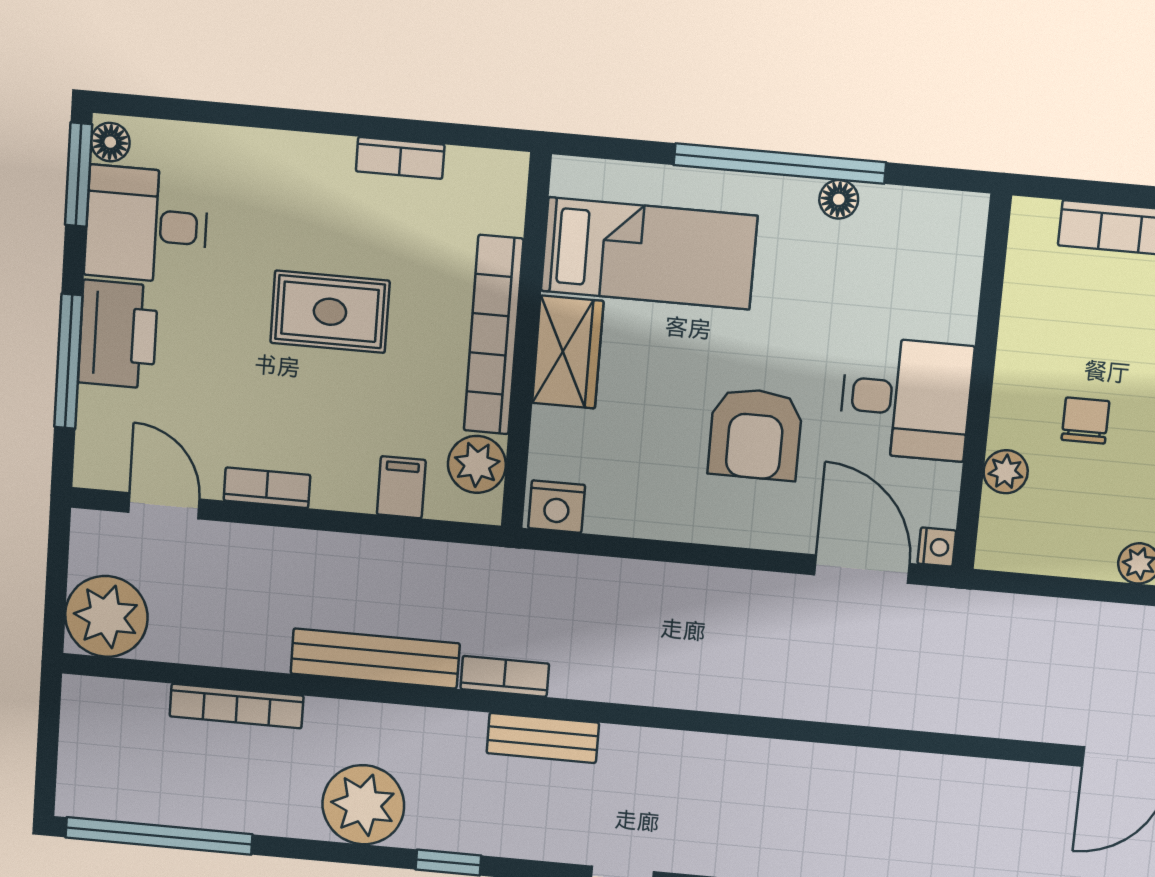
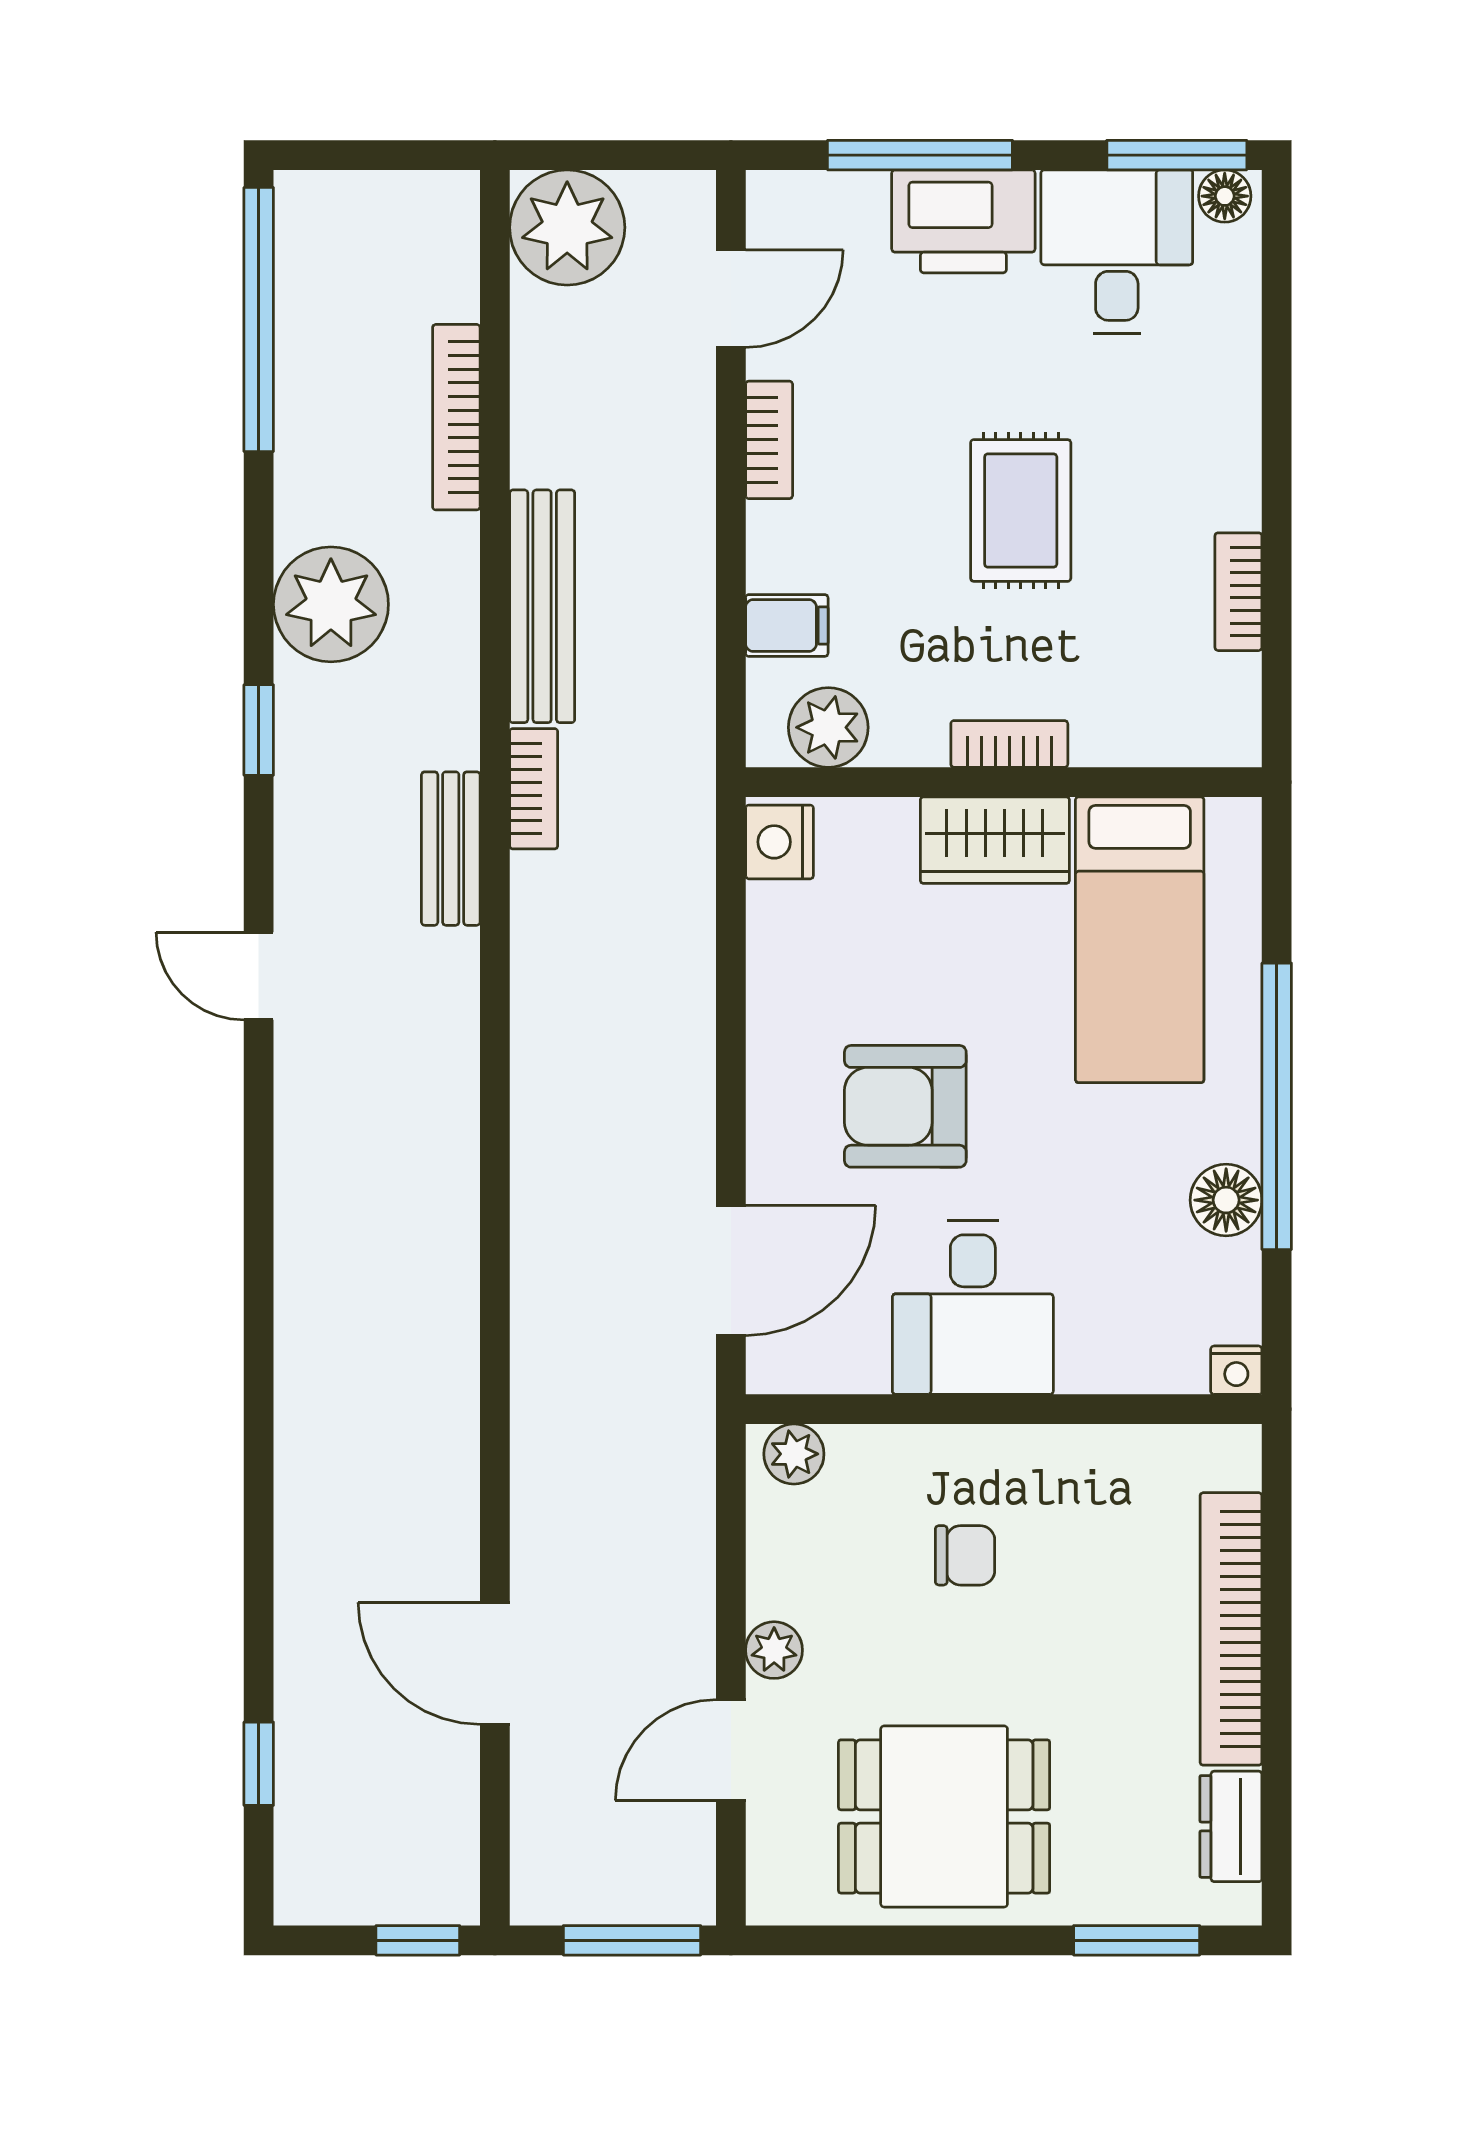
floor lamp: (839, 199) -> (1226, 1200), width x1.37, depth x1.37
bookcase: (494, 335) -> (1009, 744), width x0.43, depth x0.76
plant: (1006, 472) -> (794, 1454), moved
nightstand: (937, 547) -> (1236, 1370), moved

